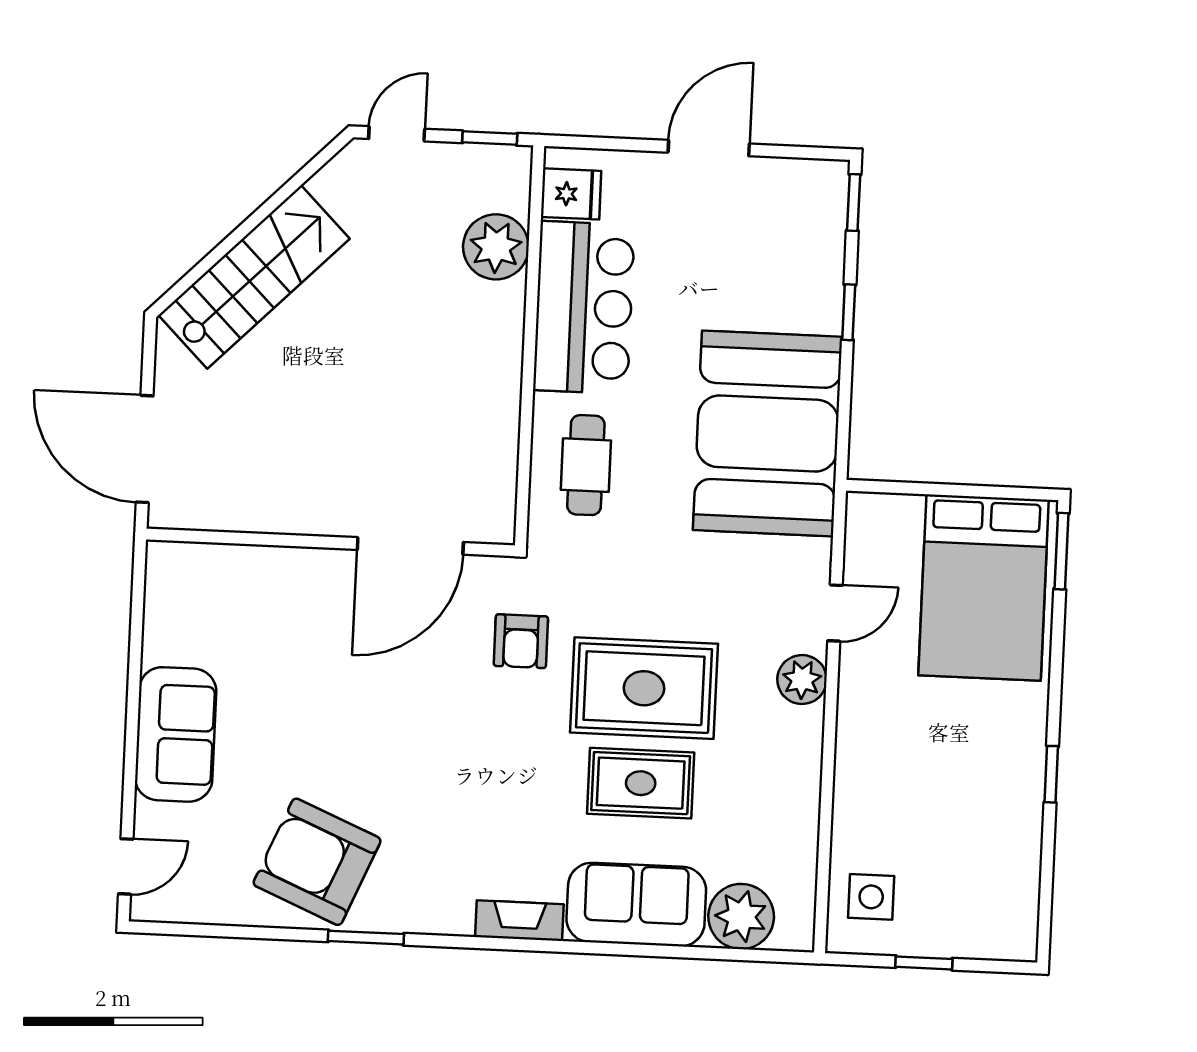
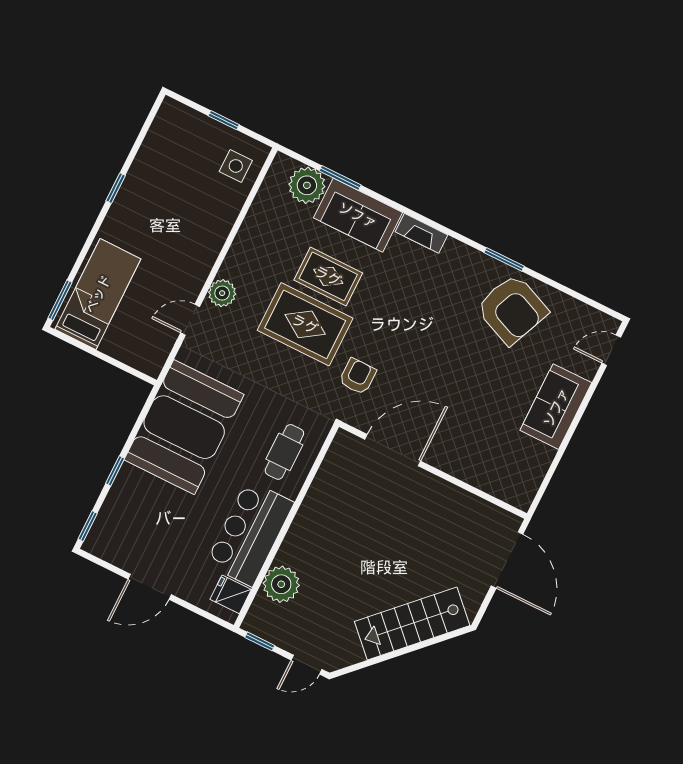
bed: (984, 588) -> (98, 294), width x0.67
window: (692, 952) -> (340, 178), added

